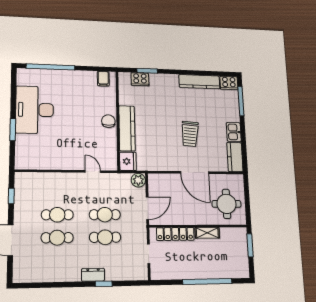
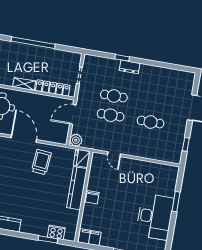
filing cabinet: (103, 79) -> (90, 237), width x2.00
trolley: (190, 134) -> (41, 162), moved
cafe table: (57, 238) -> (154, 103), removed

